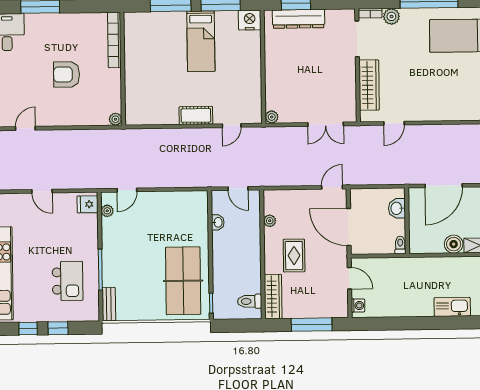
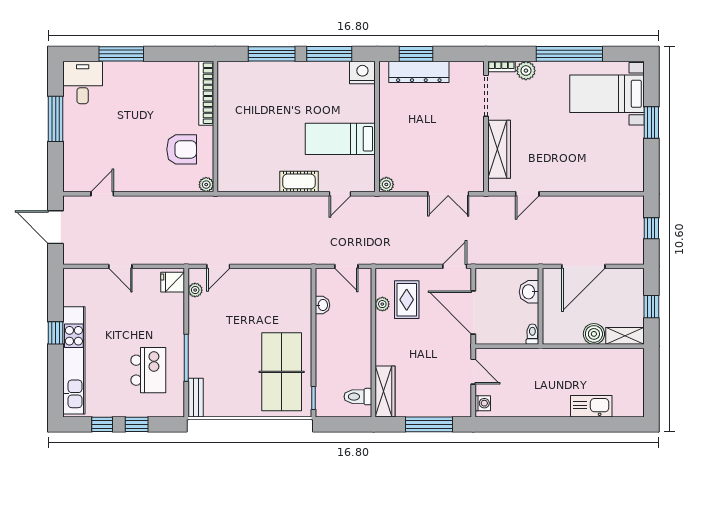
bed: (201, 41) -> (340, 139), moved, turned 90
armchair: (67, 74) -> (182, 149), moved, turned 180
rug: (294, 256) -> (407, 300), moved

